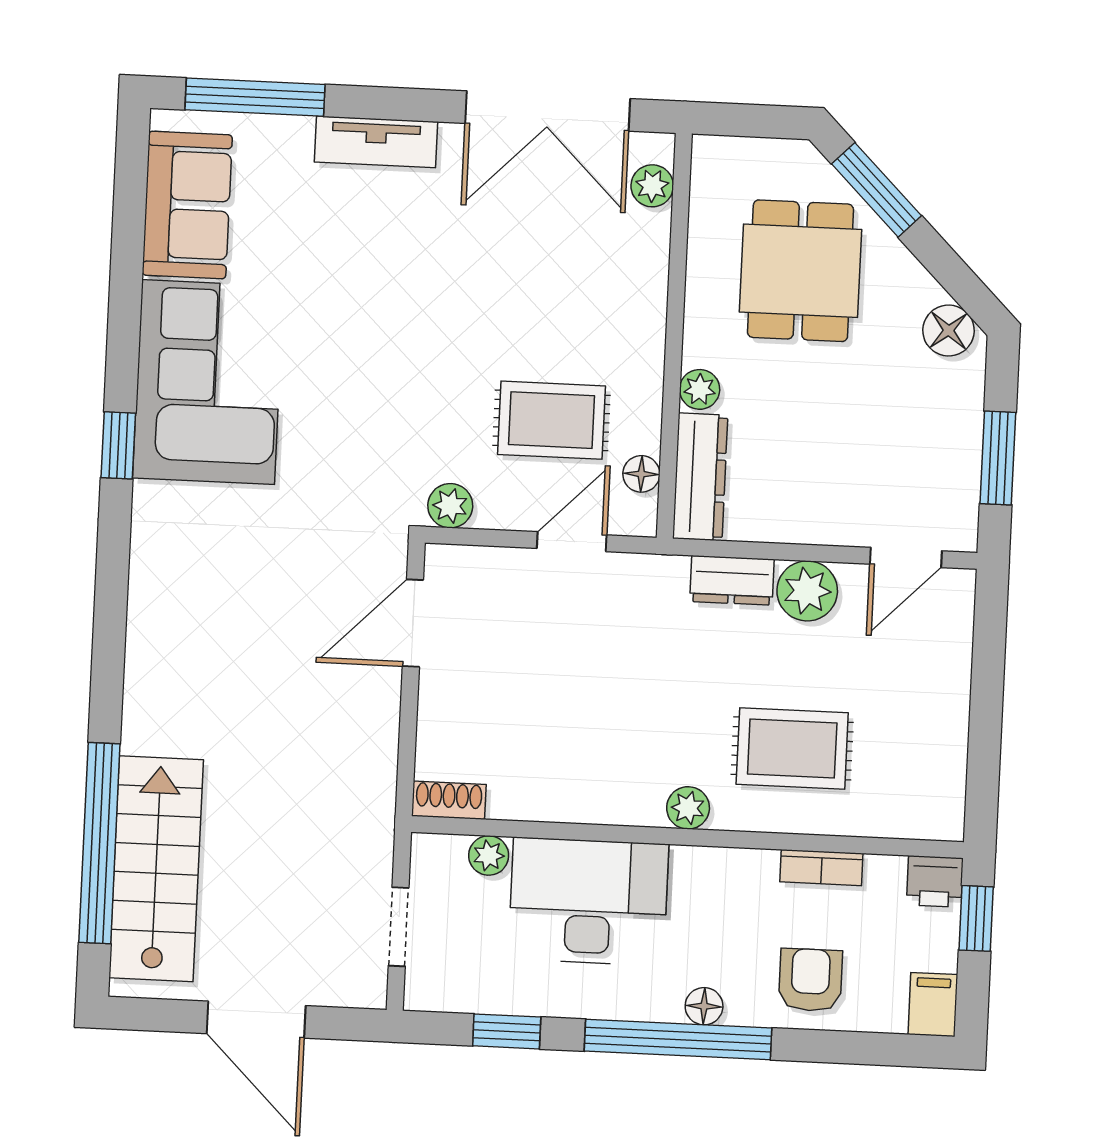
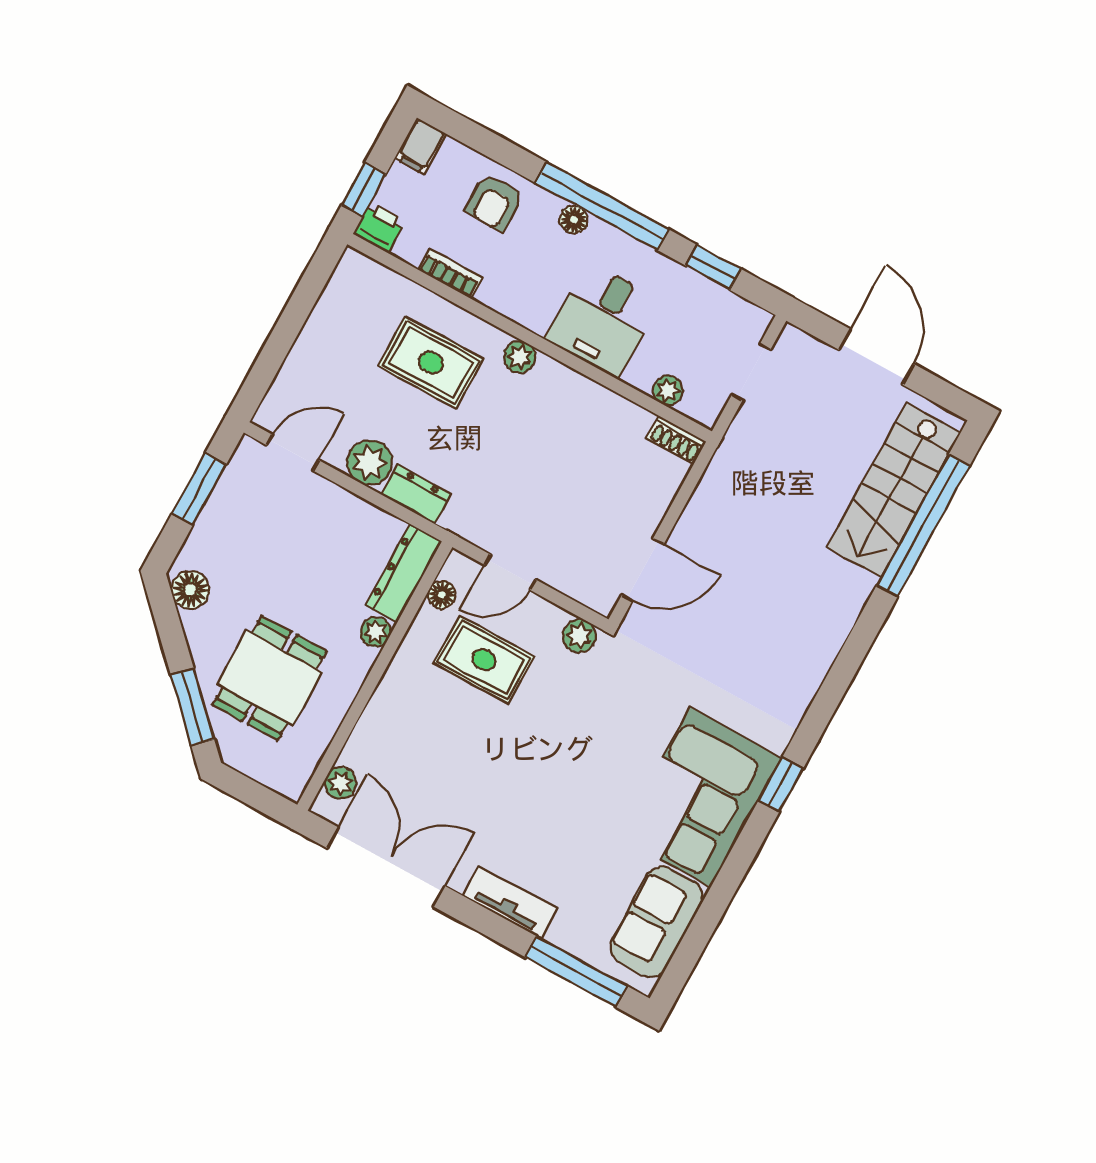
desk: (588, 901) -> (603, 320), width x0.73

